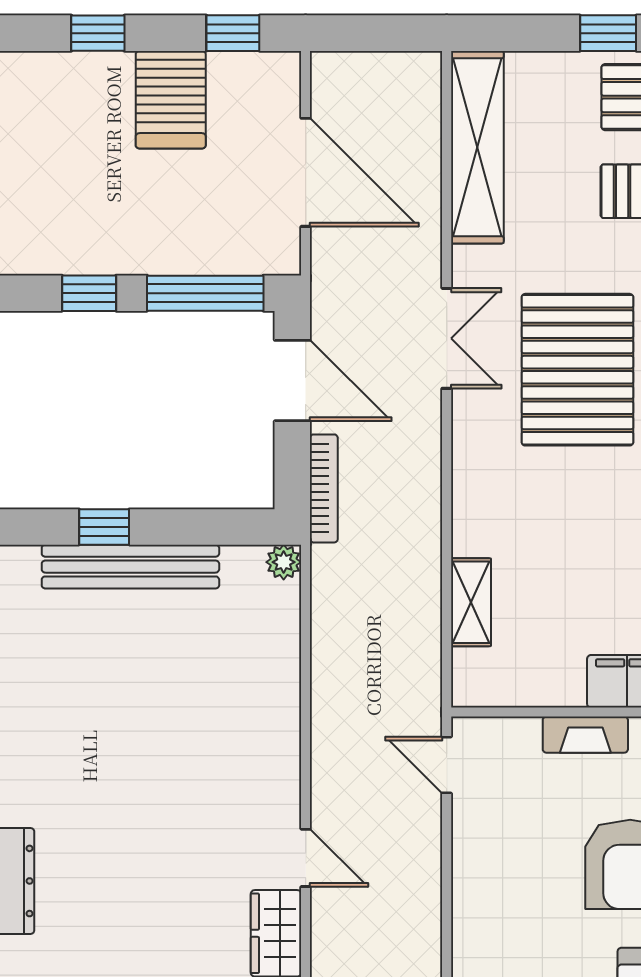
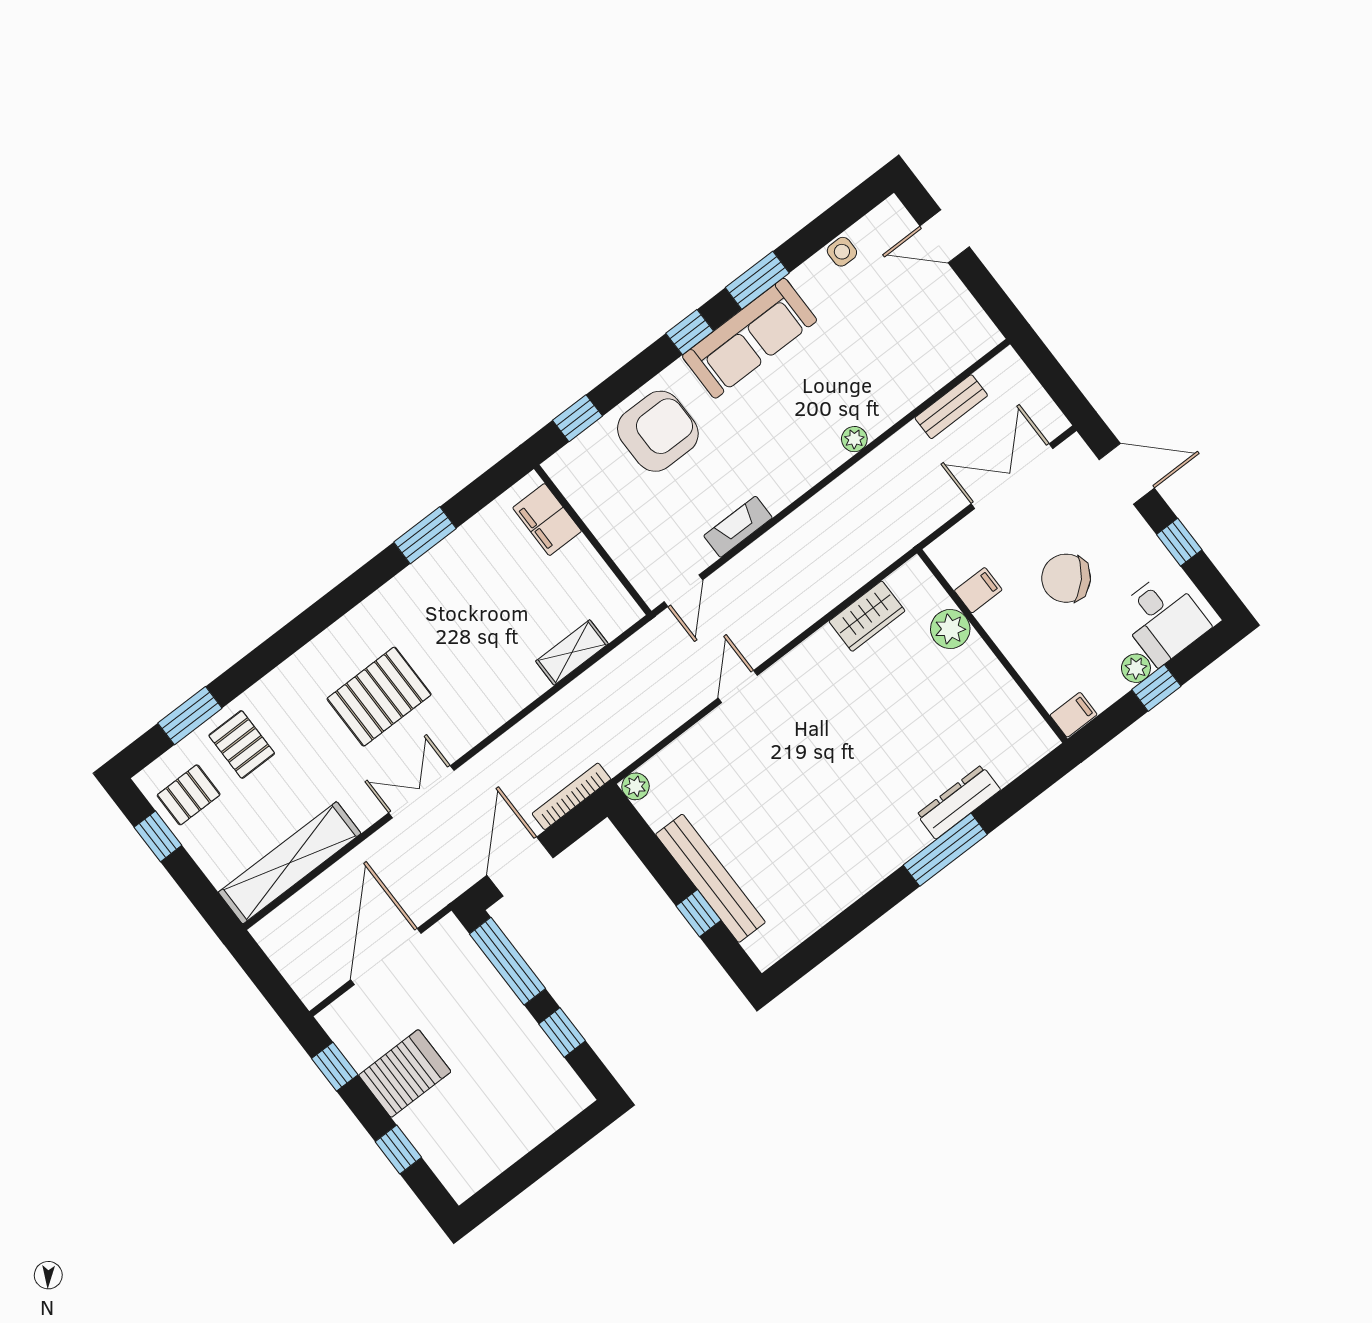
pallet: (577, 370) -> (379, 697), width x0.73, depth x0.71
fireplace: (585, 735) -> (738, 527), moved, turned -90
door: (306, 858) -> (738, 687), moved

